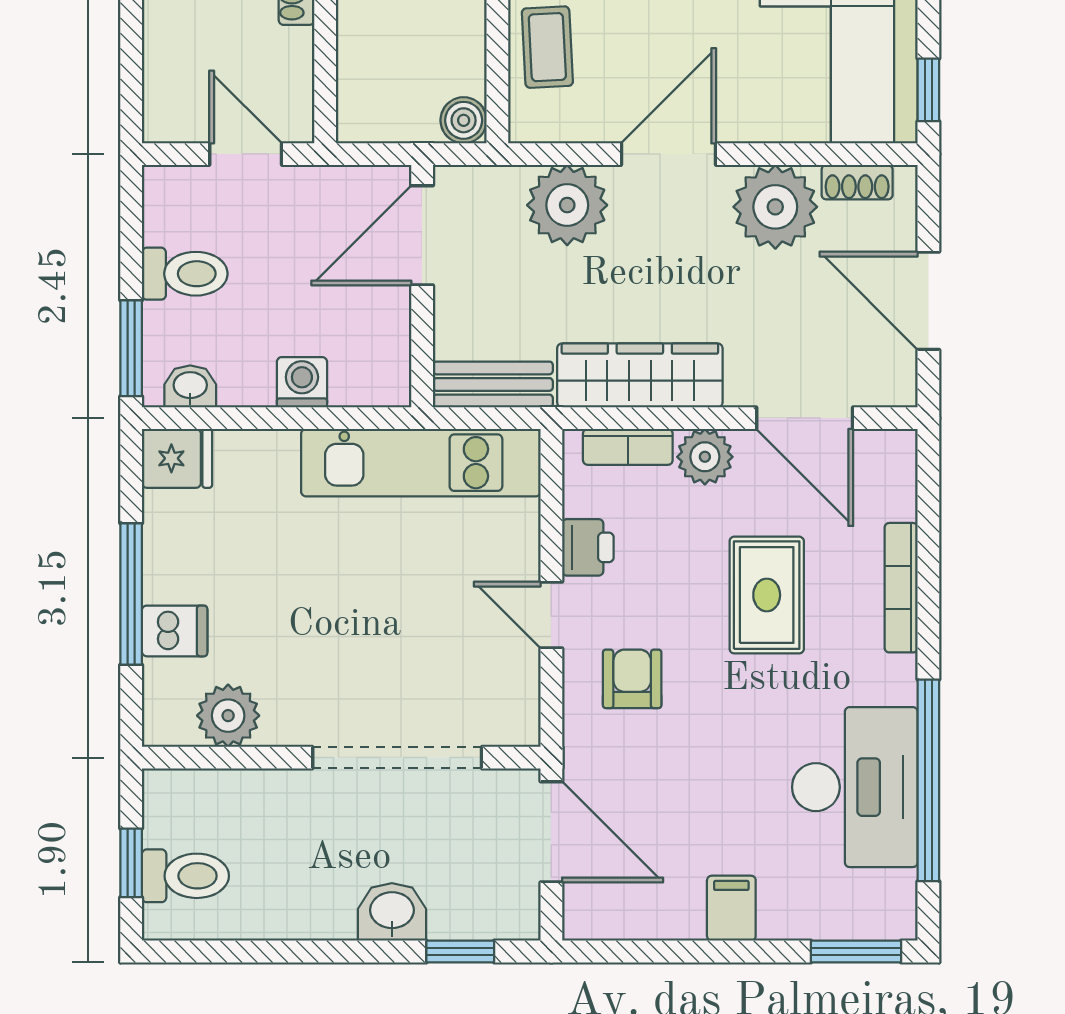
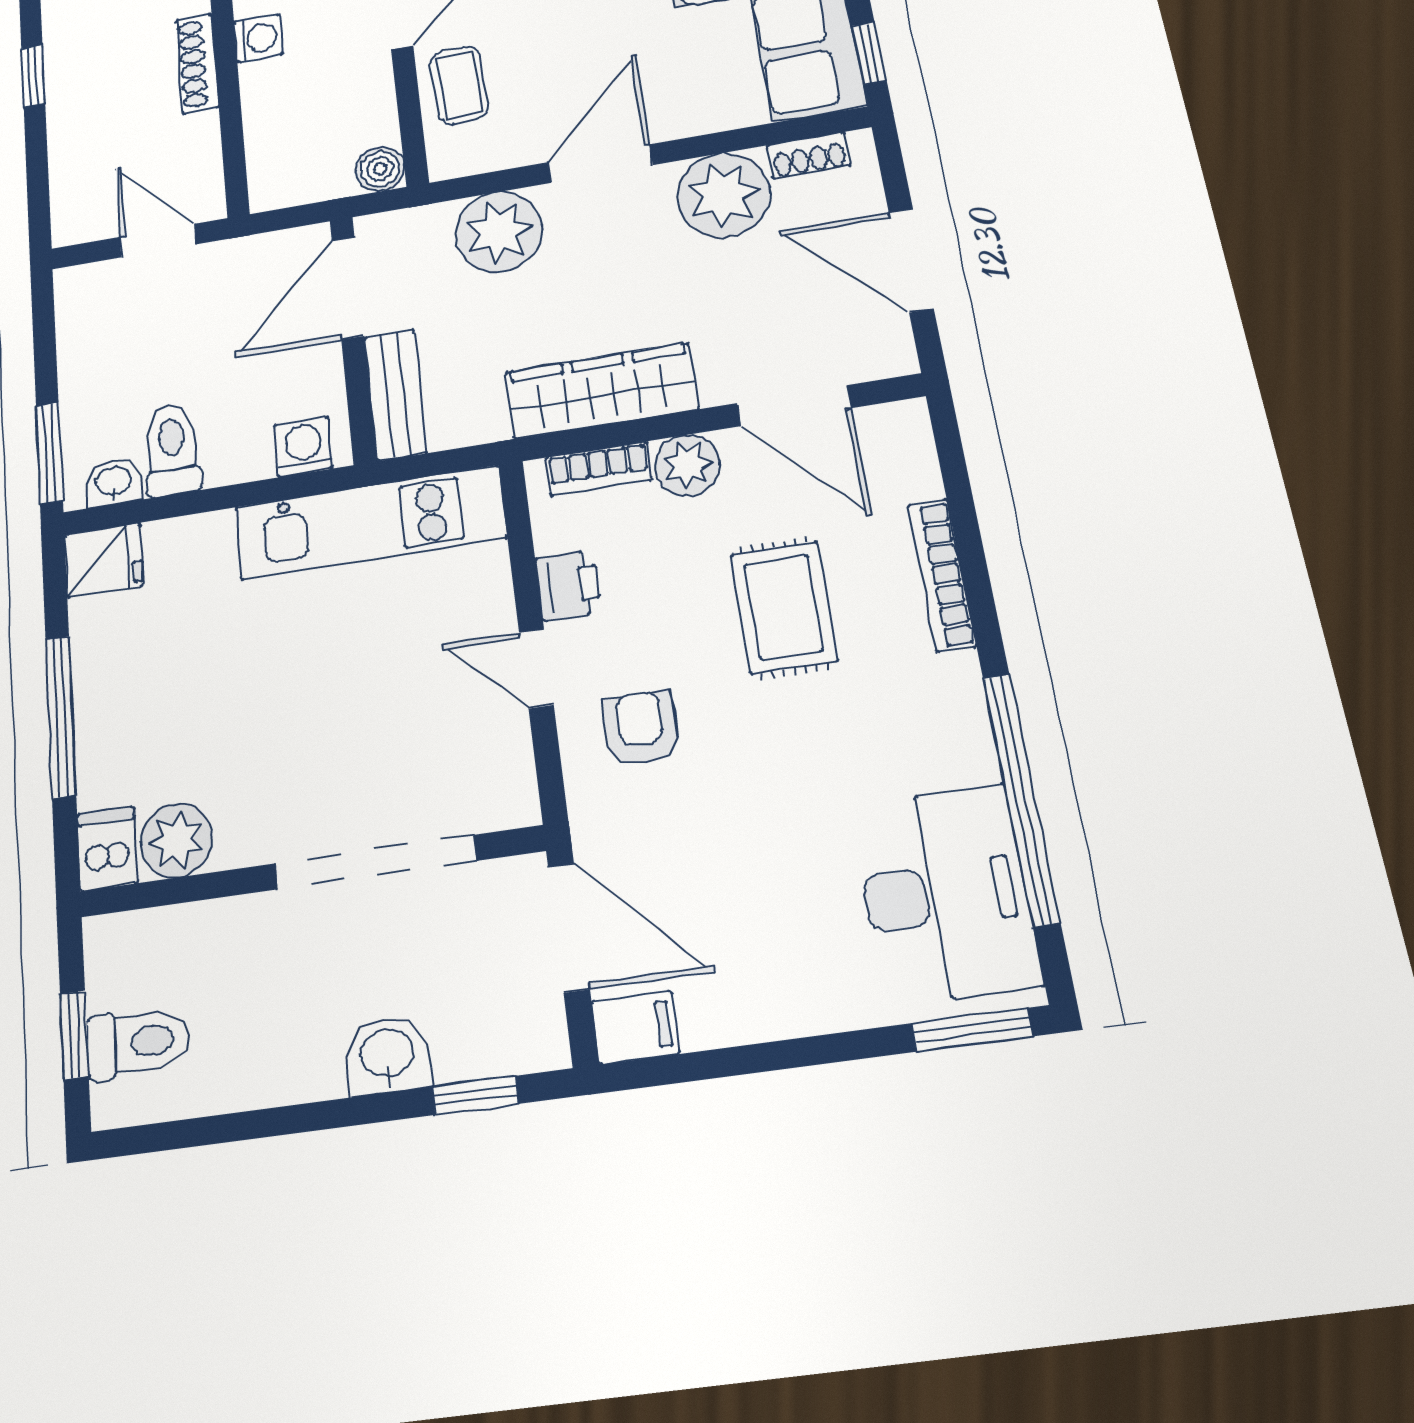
toilet: (185, 274) -> (172, 450), moved, turned -90
washing machine: (302, 382) -> (303, 447), moved
bench: (493, 384) -> (396, 395), moved, turned 90
dishwasher: (175, 631) -> (107, 849), moved, turned -90
desk: (855, 787) -> (945, 894), moved
filing cabinet: (731, 908) -> (636, 1028), moved, turned 90

